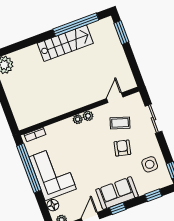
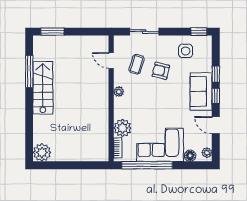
window: (76, 25) -> (29, 71), width x0.68
plant: (78, 119) -> (122, 128), moved, width x1.88, depth x1.88
window: (153, 195) -> (216, 74), moved

